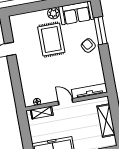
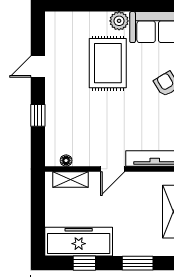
window: (15, 78) -> (38, 115), added
door: (66, 102) -> (113, 169), swing flipped

